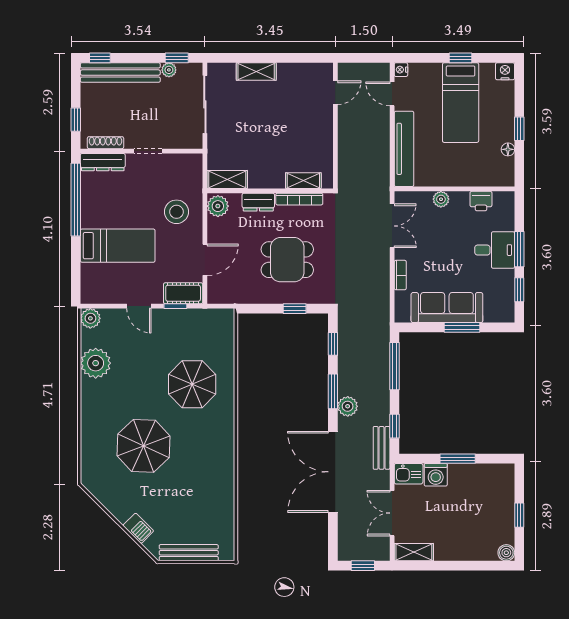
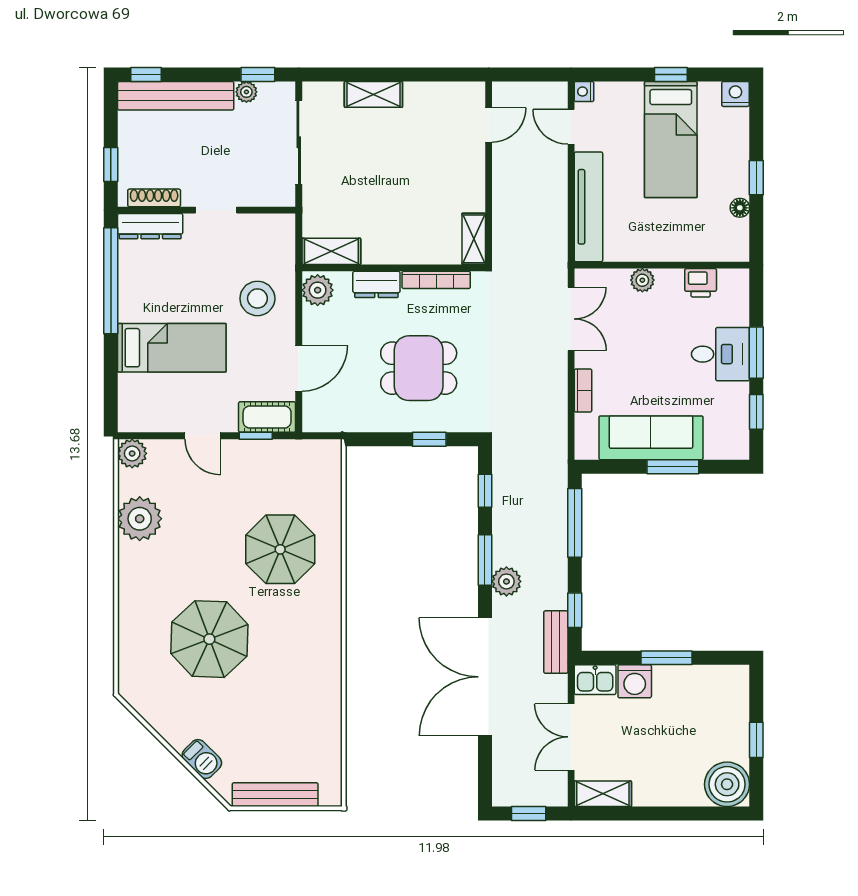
shelving: (303, 181) -> (474, 239), moved, turned 90
boiler: (506, 553) -> (727, 784), width x1.86, depth x1.86

